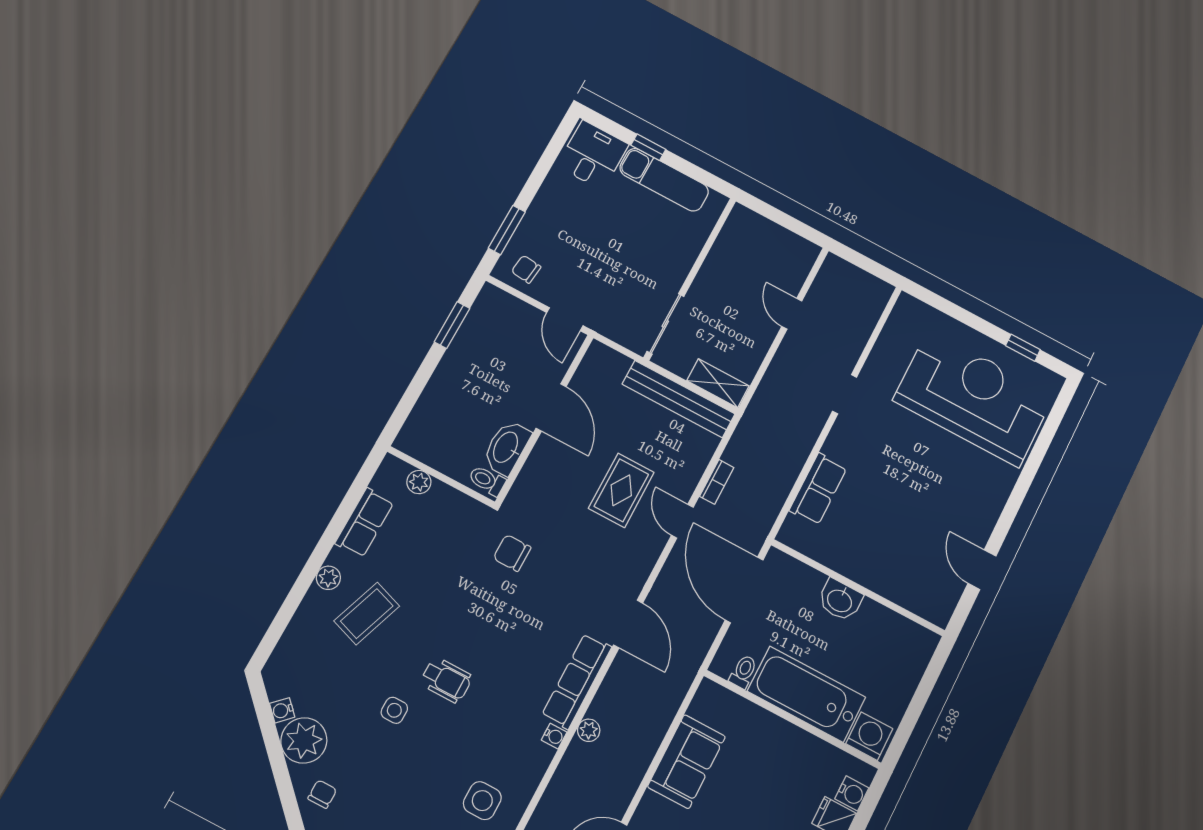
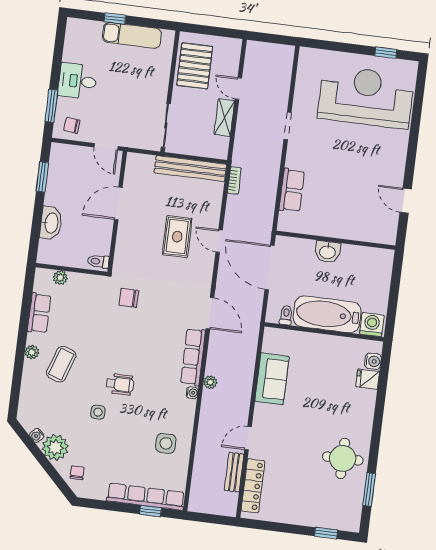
desk: (593, 155) -> (77, 81), moved, turned -90
pallet: (740, 257) -> (195, 66), added
shelving: (718, 383) -> (224, 118), moved, turned 90
door: (551, 407) -> (118, 203), swing flipped
washbasin: (506, 448) -> (51, 223), moved, turned 180
bookcase: (717, 482) -> (234, 180), moved

